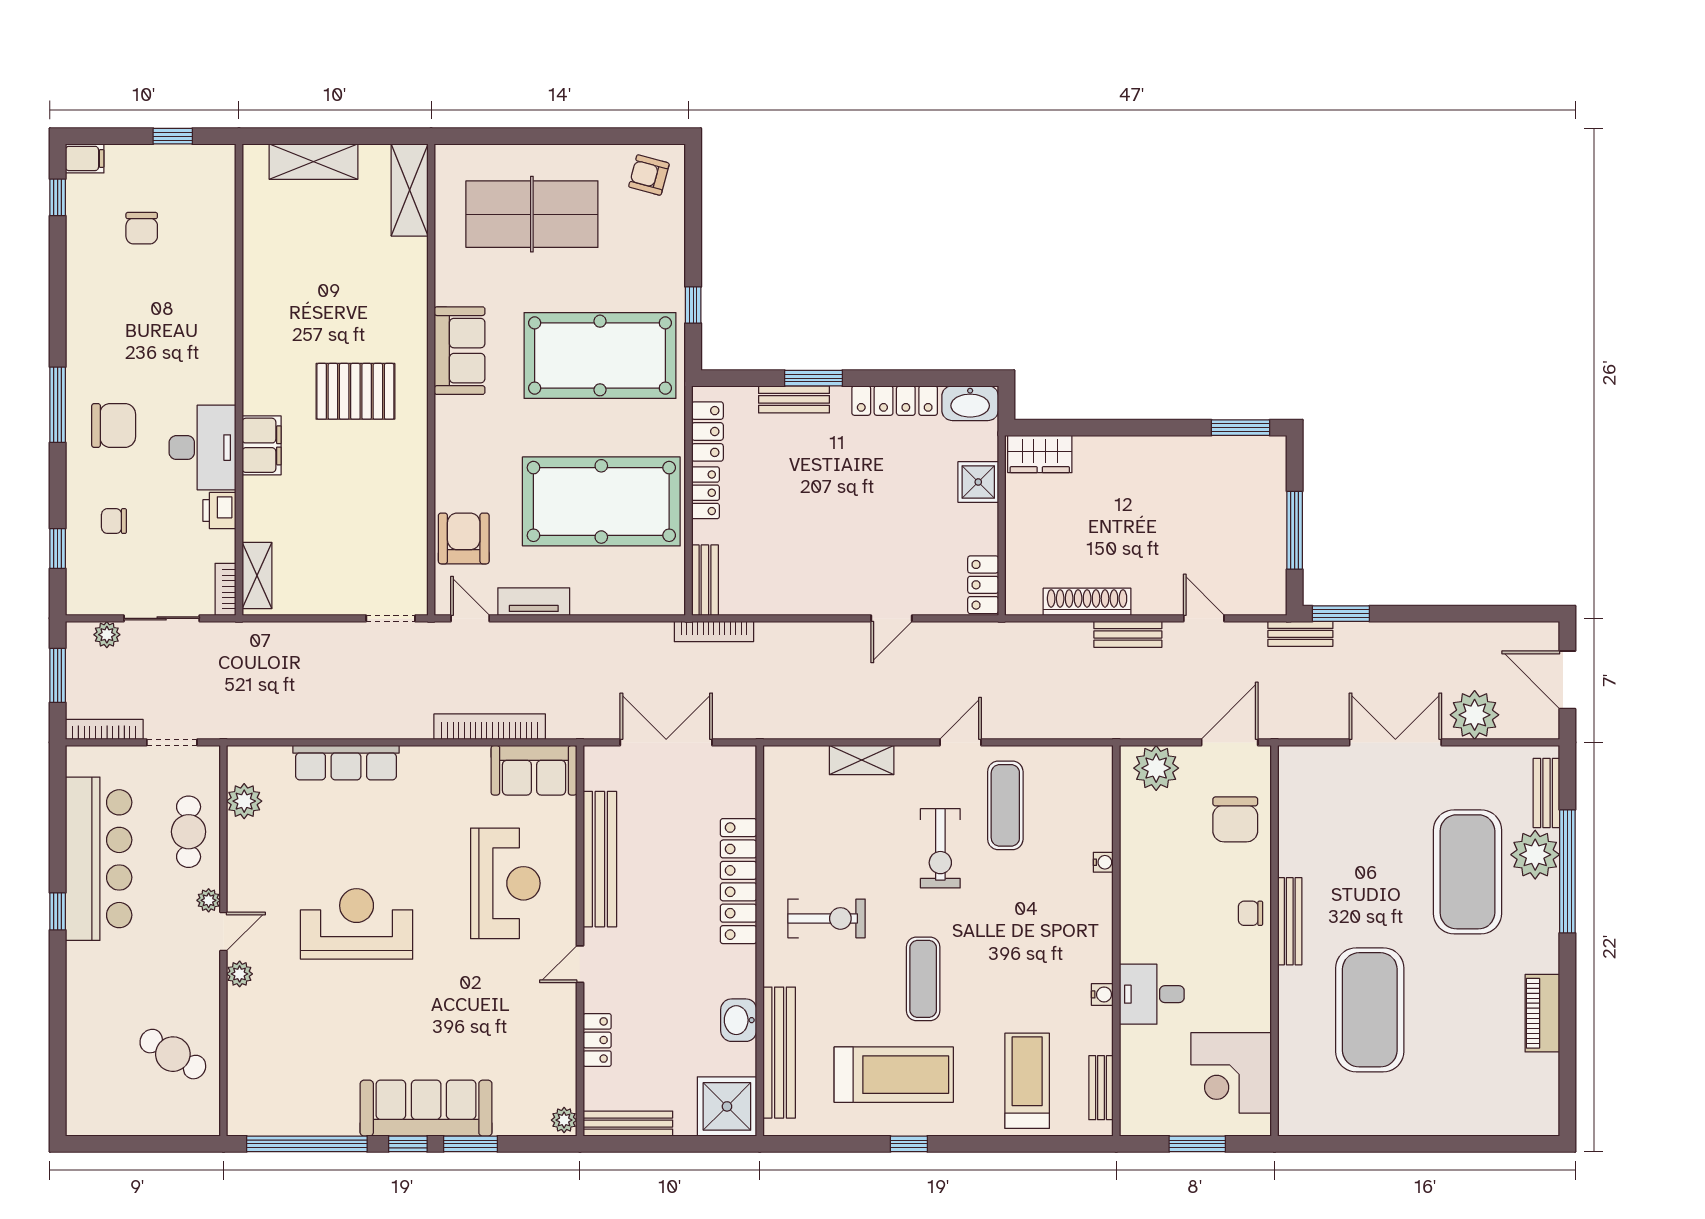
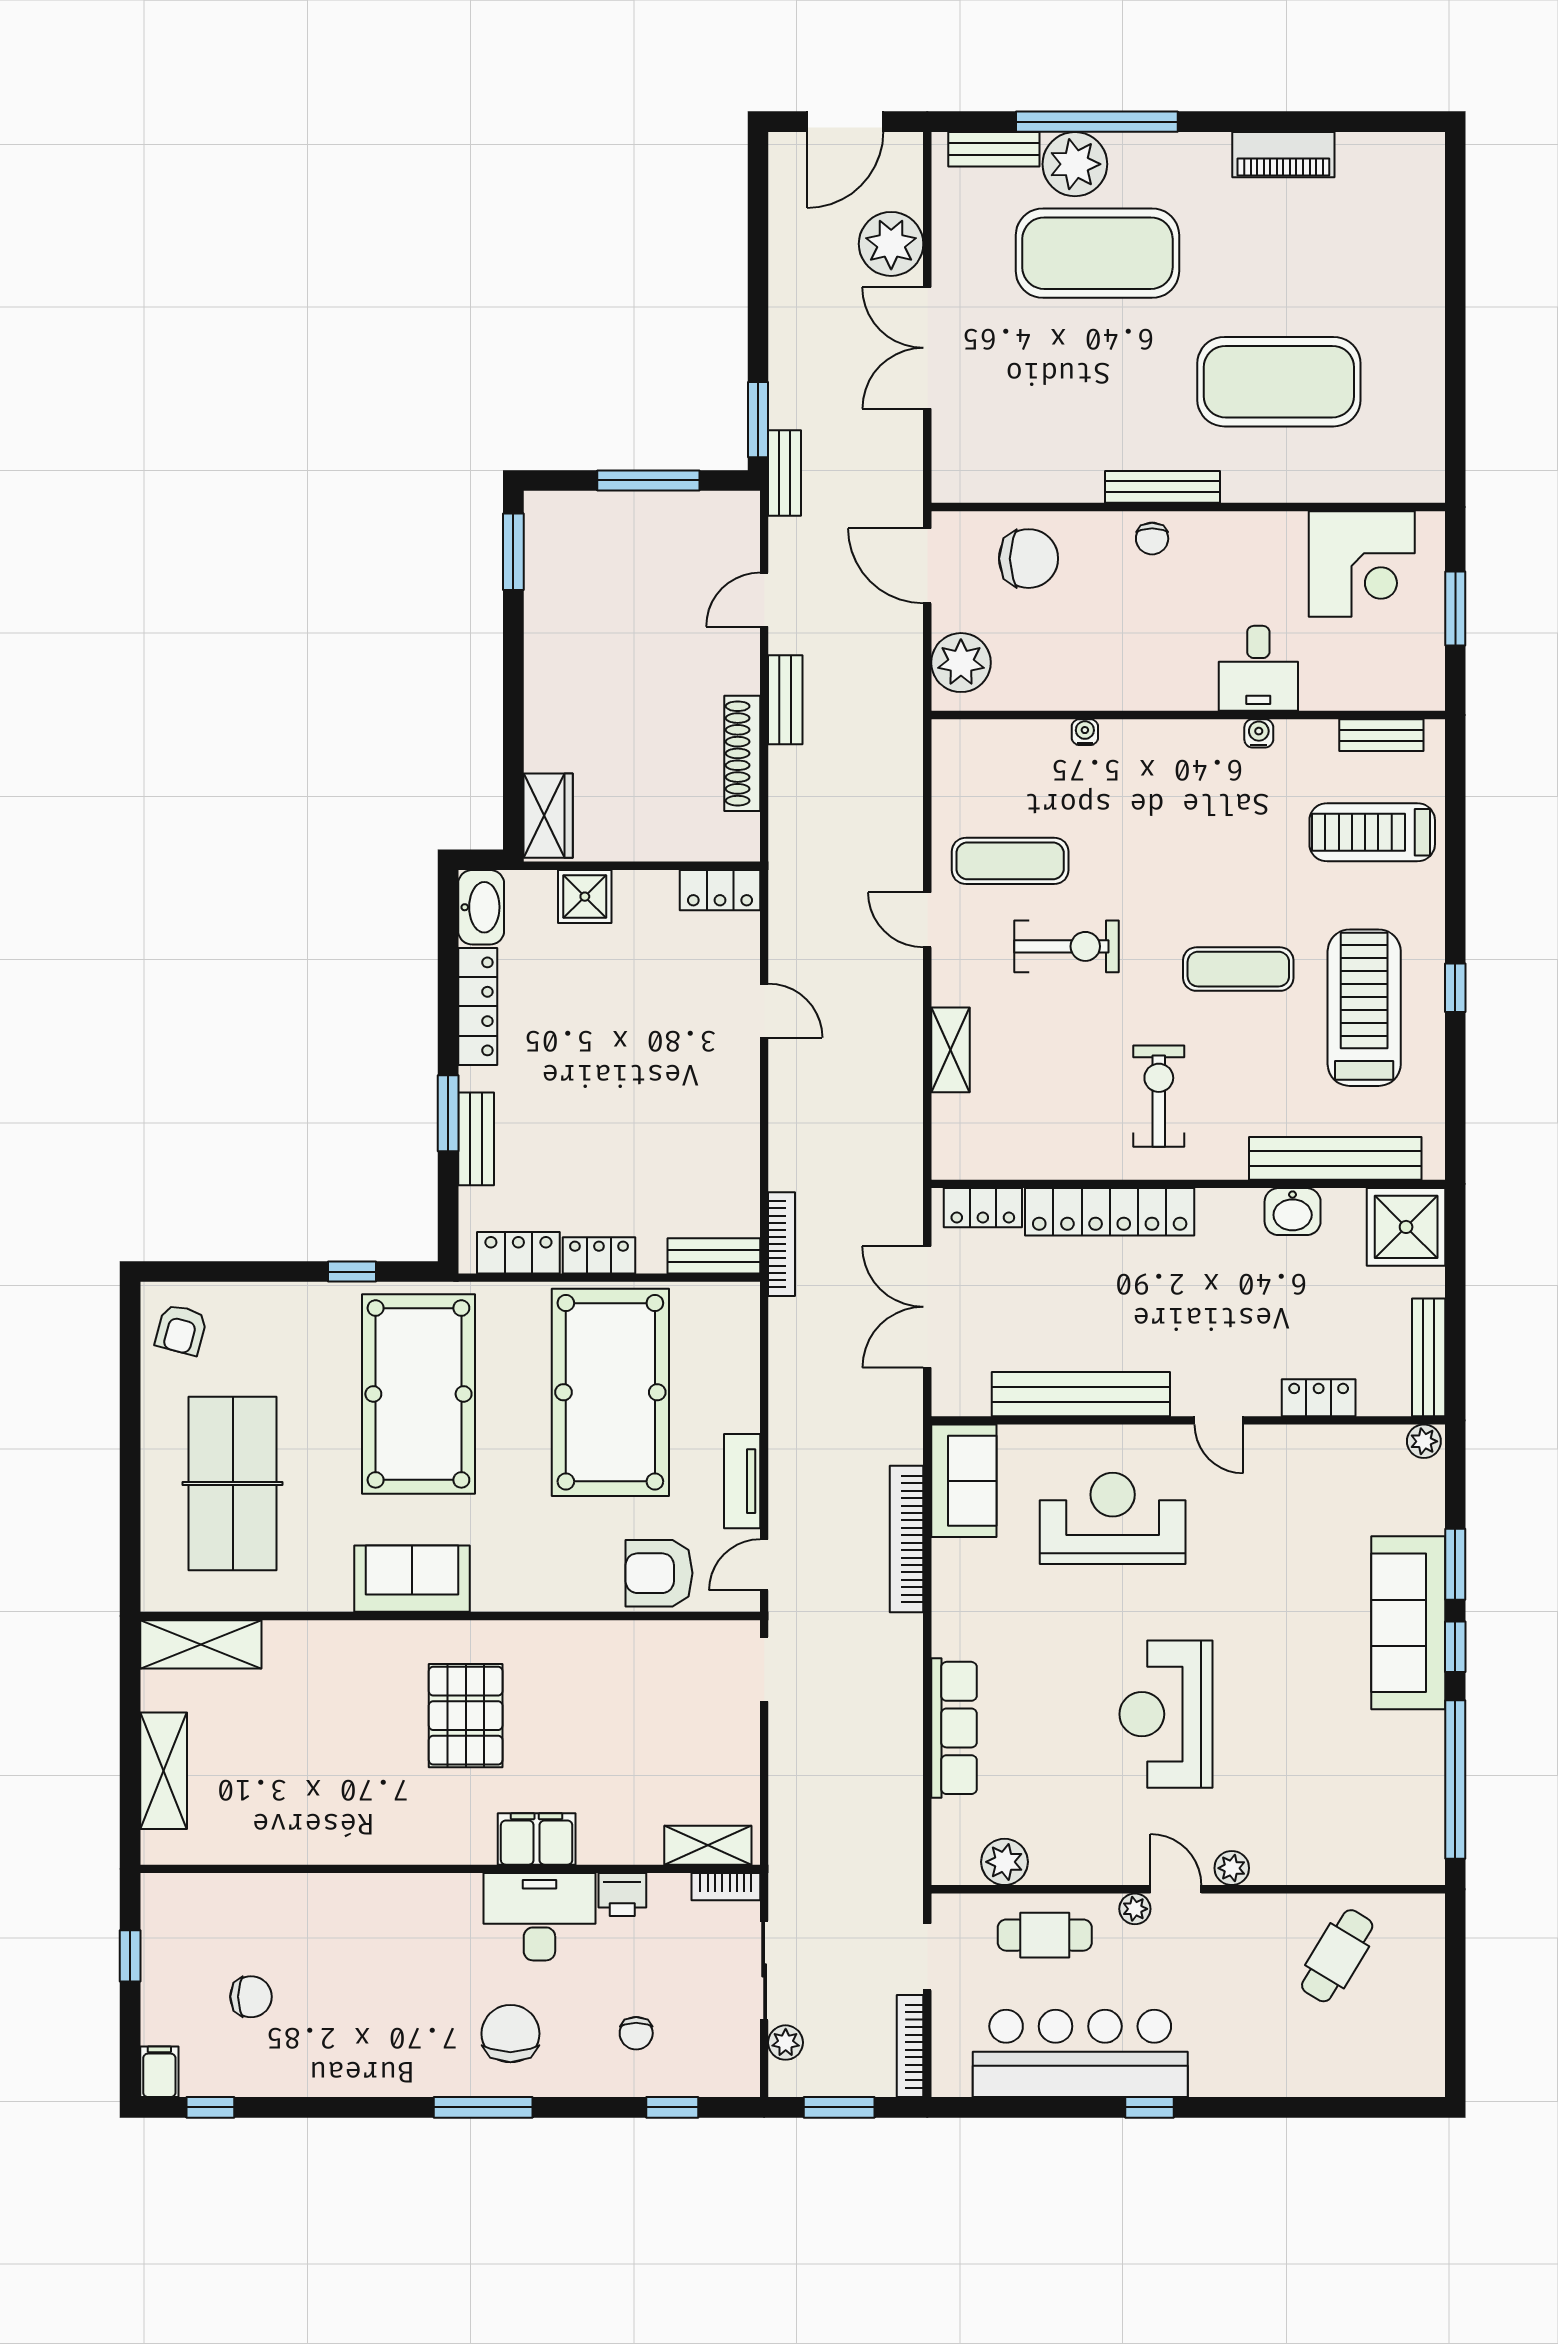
locker: (742, 785) -> (983, 1208), added

